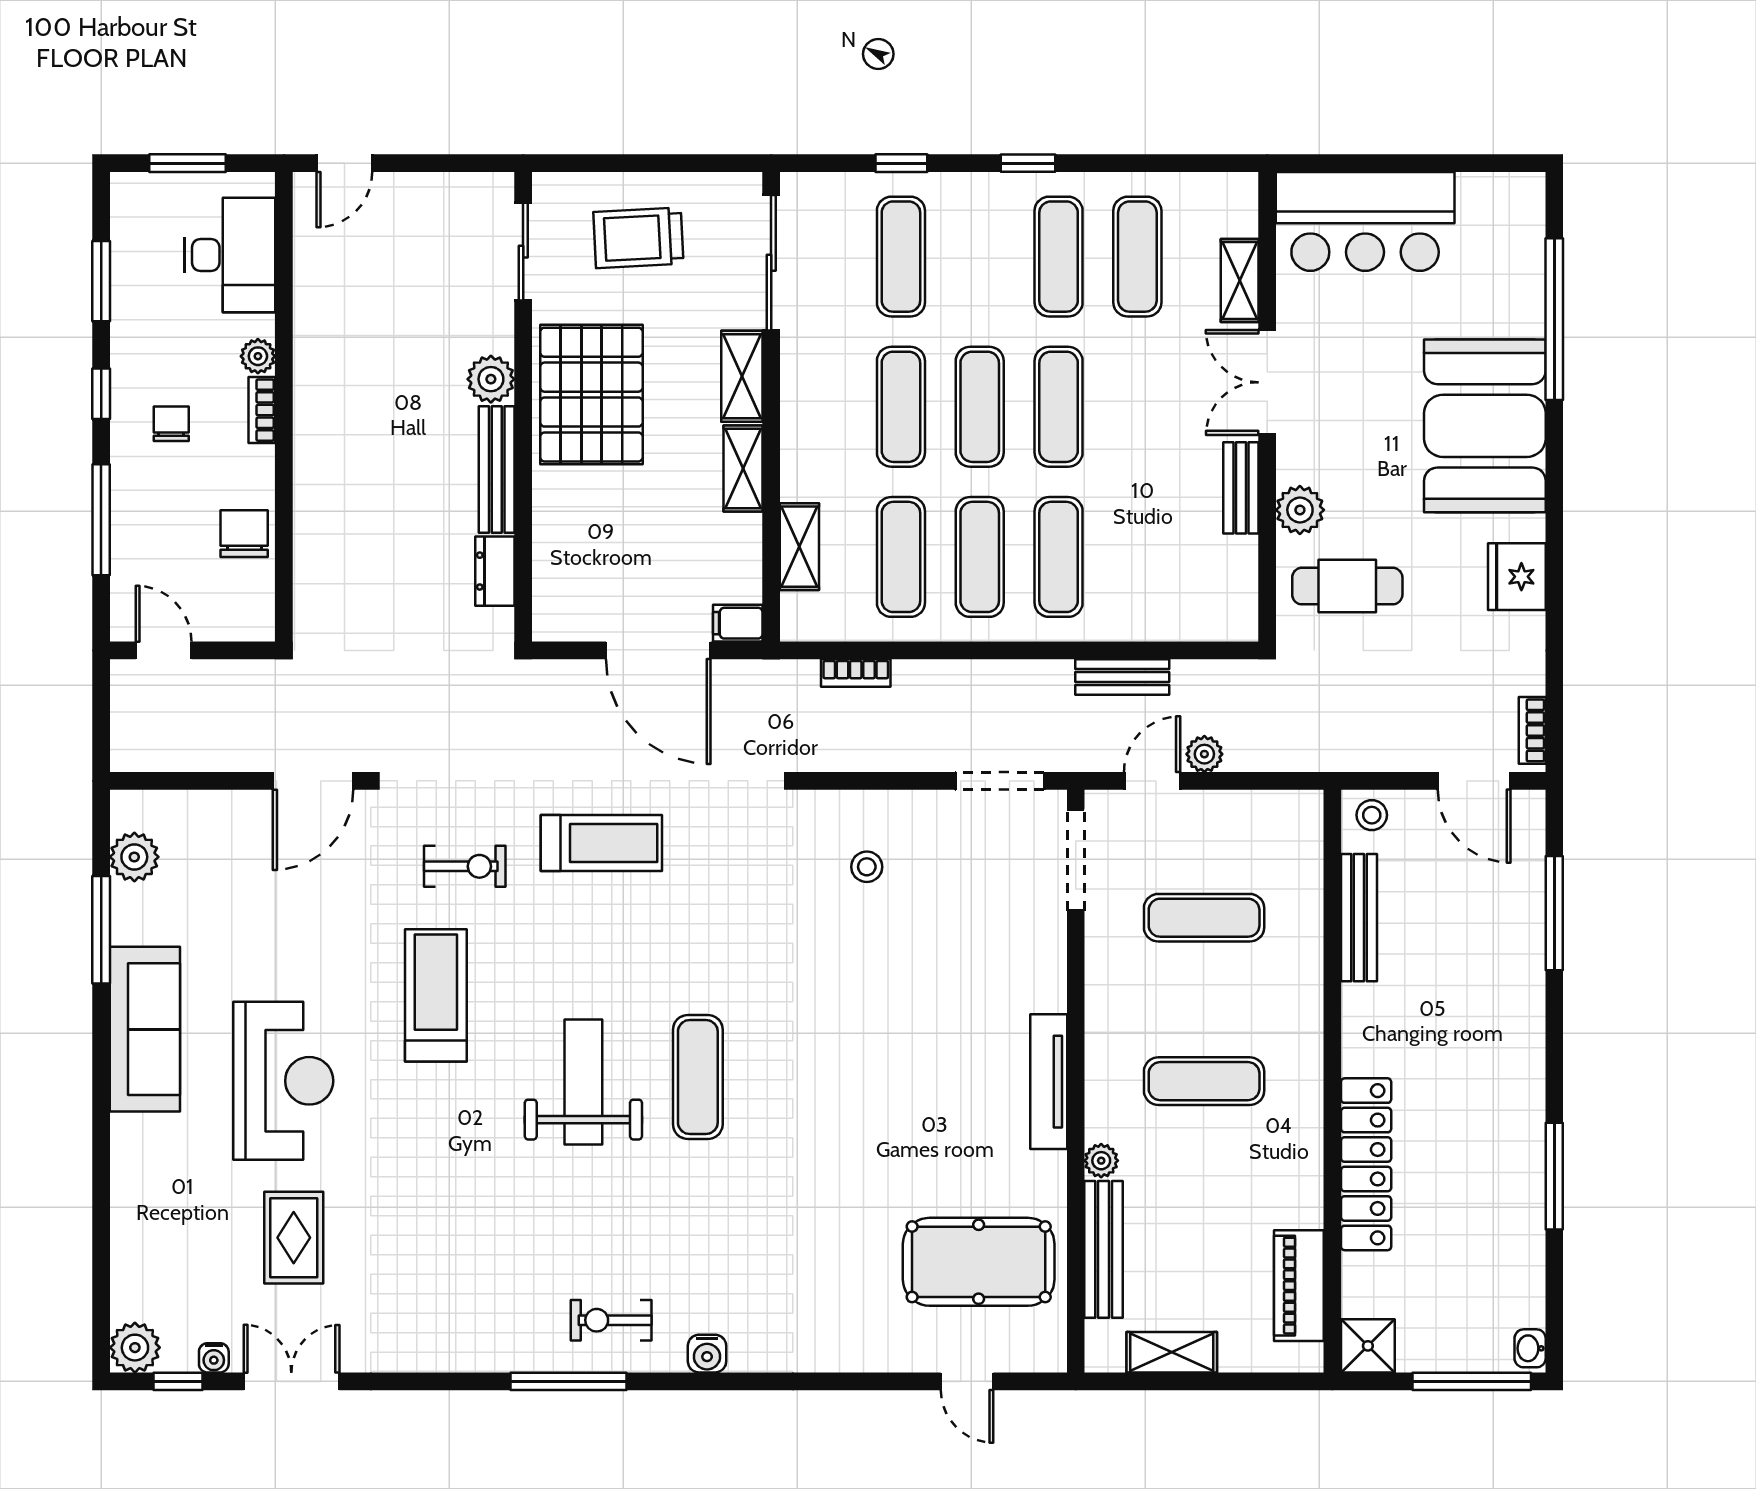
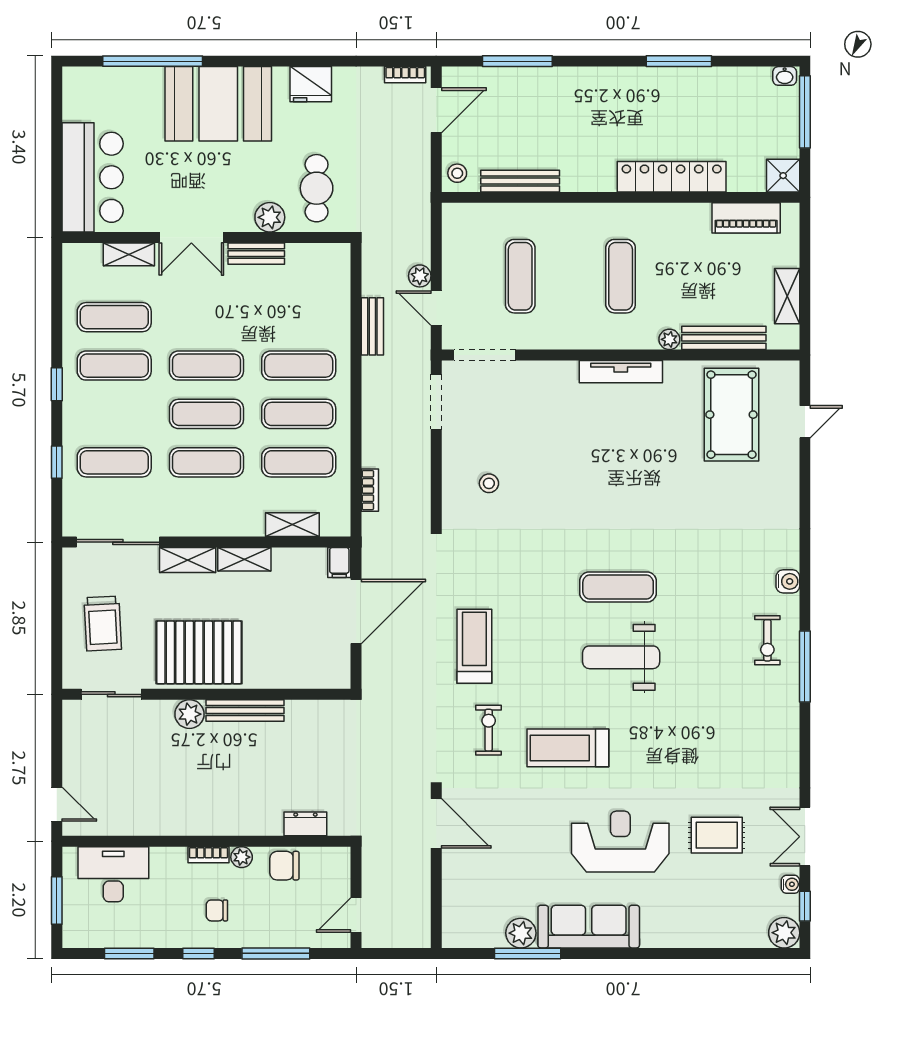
plant: (258, 356) -> (242, 857), moved
dresser: (495, 571) -> (305, 824), moved, turned 180
plant: (134, 857) -> (521, 933), moved

